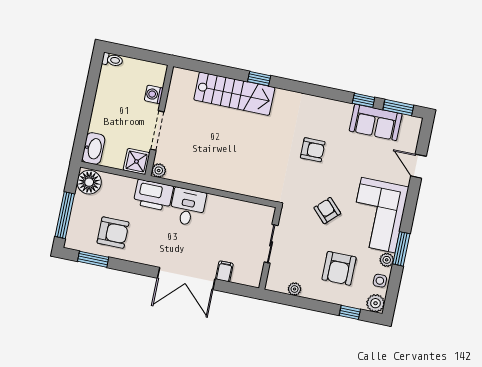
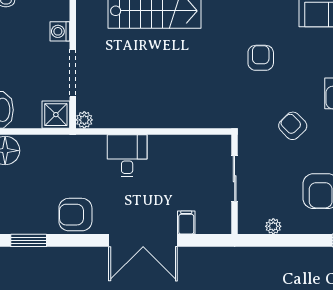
armchair: (313, 150) -> (261, 58), turned -90
printer: (153, 195) -> (84, 150), removed
armchair: (113, 233) -> (75, 215), moved, turned 180

